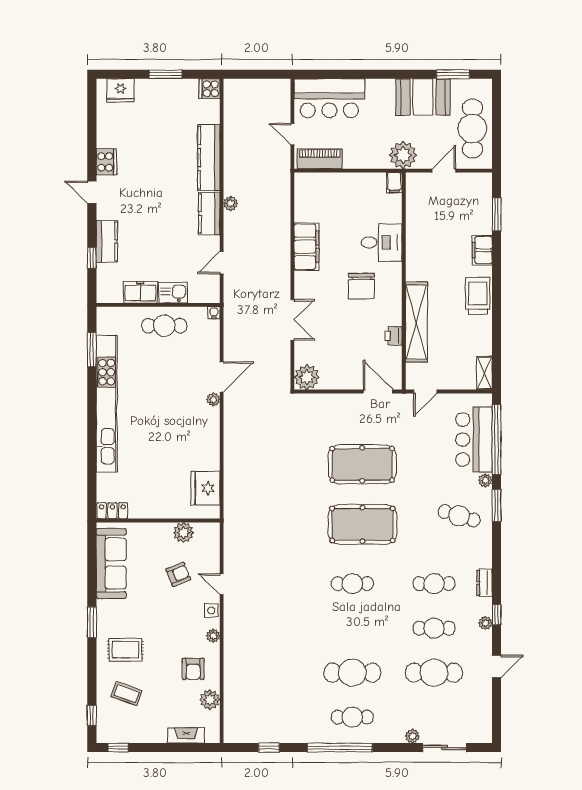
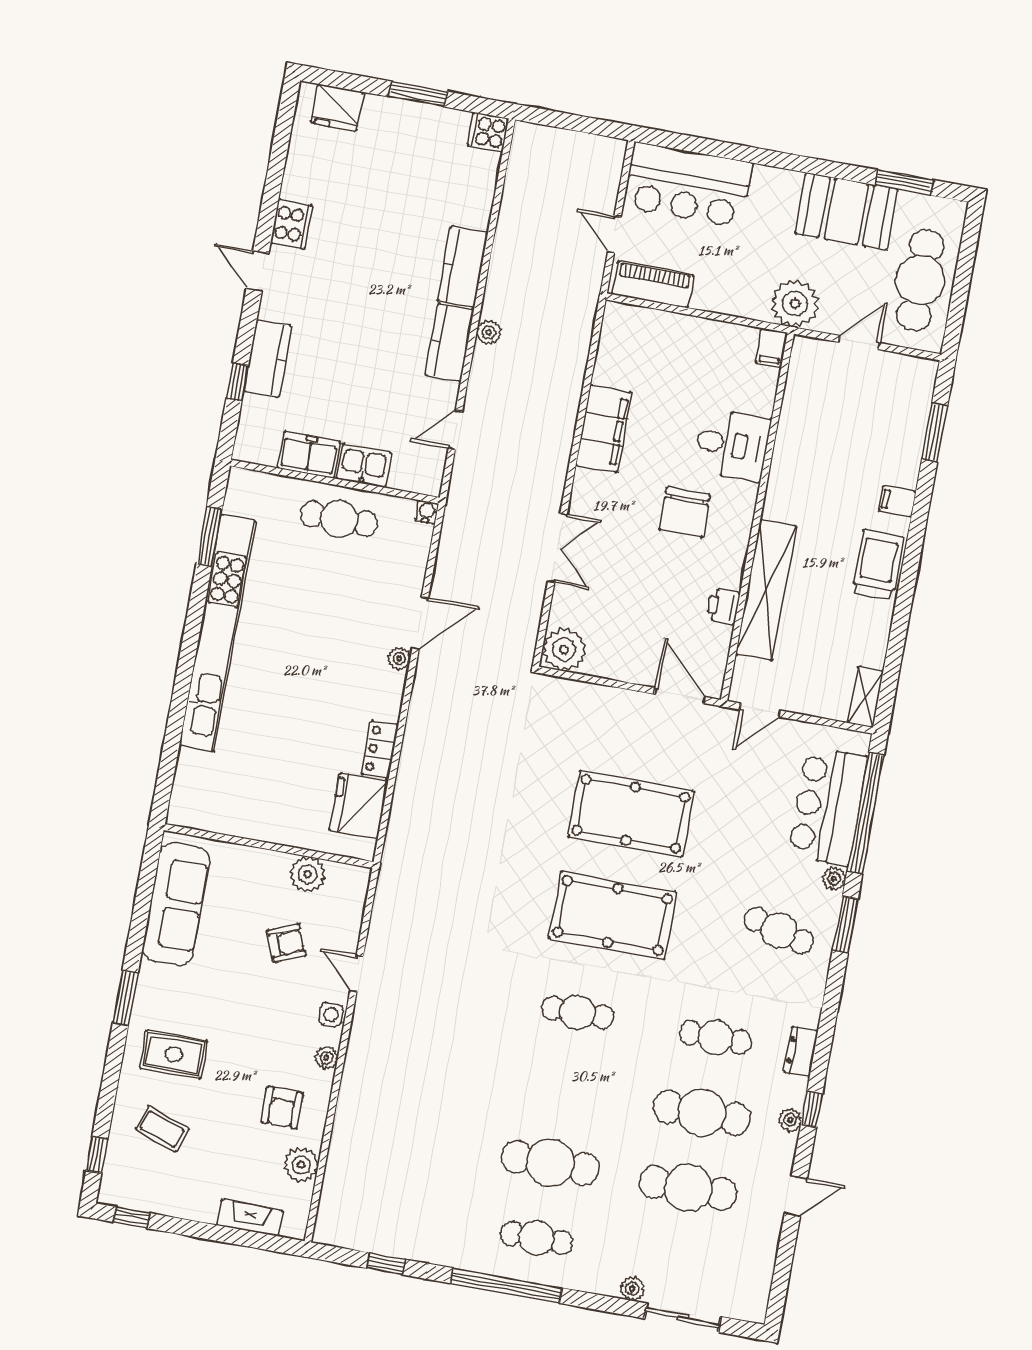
kitchen counter: (209, 158) -> (463, 267), width x0.67
filing cabinet: (482, 250) -> (897, 501), width x0.50
locker: (112, 511) -> (380, 749), moved, turned -90
cafe table: (434, 628) -> (702, 1113), width x1.37, depth x1.35

